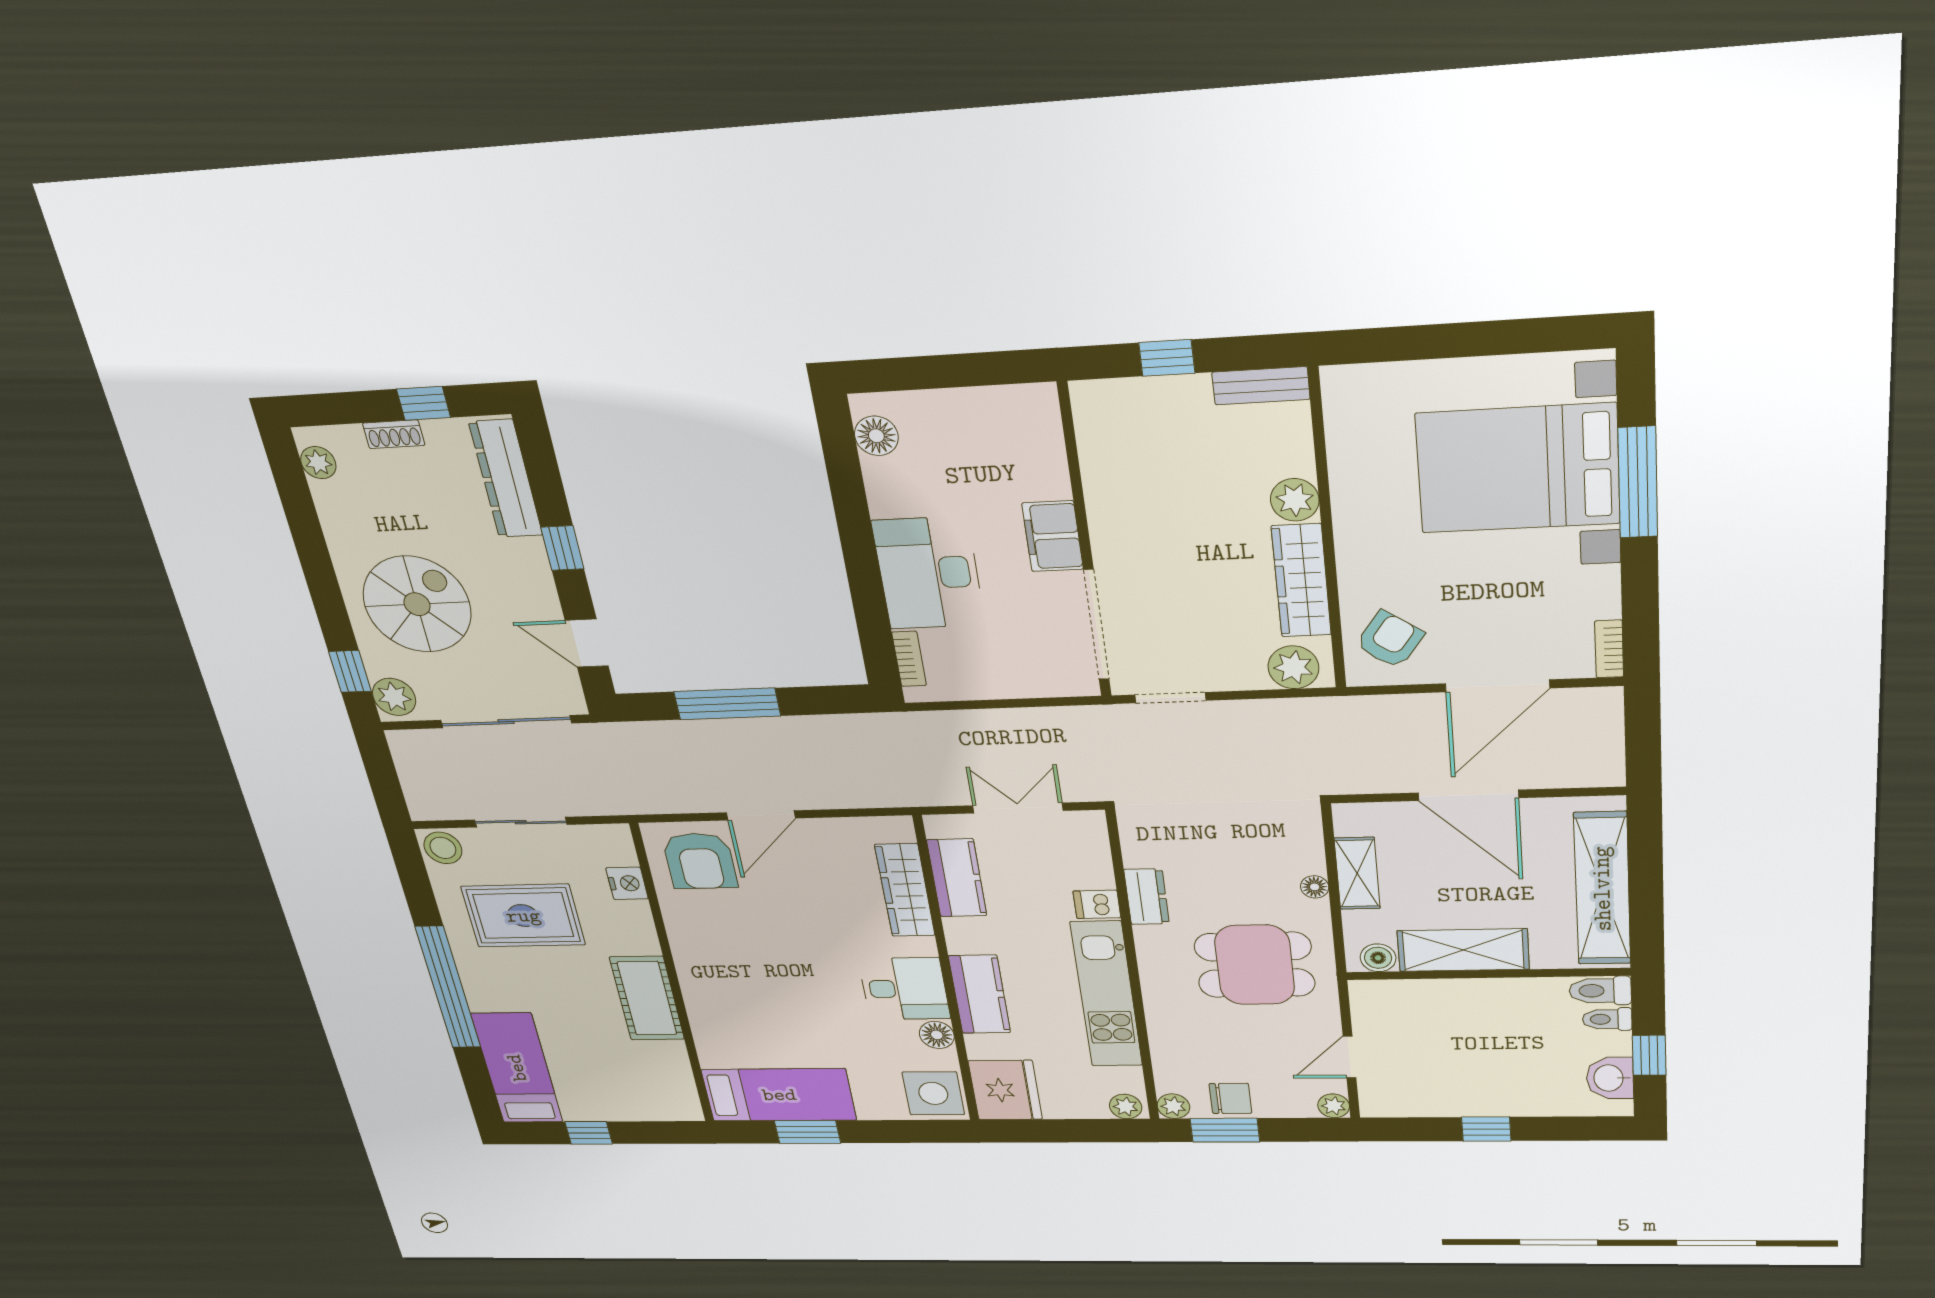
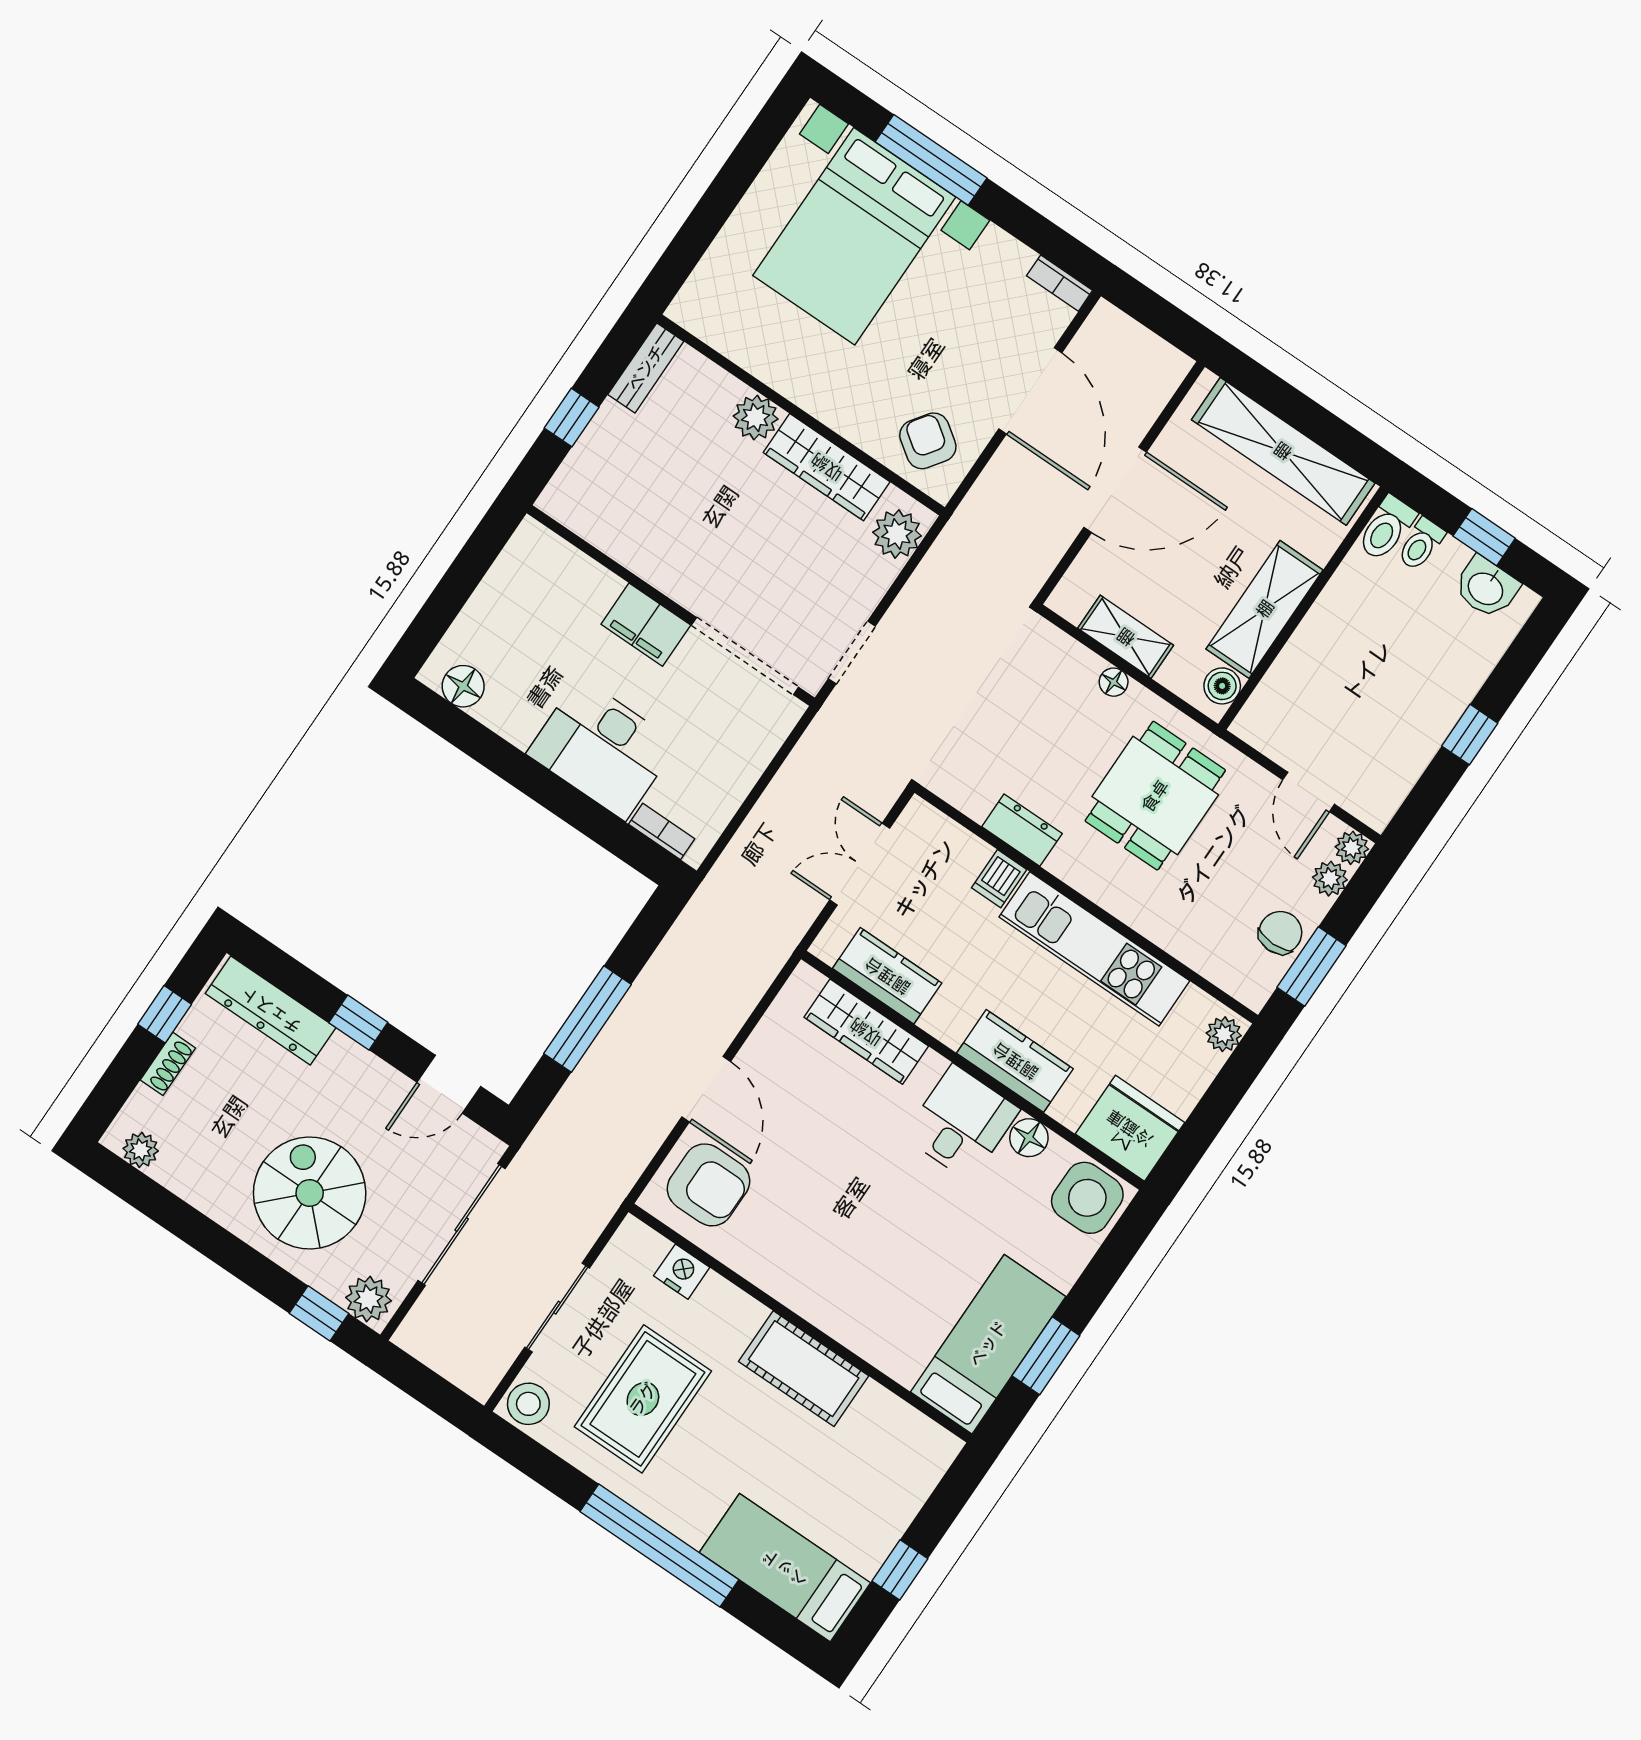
plant: (1173, 1106) -> (1330, 879), moved

